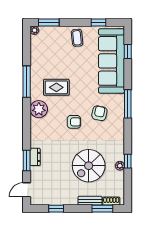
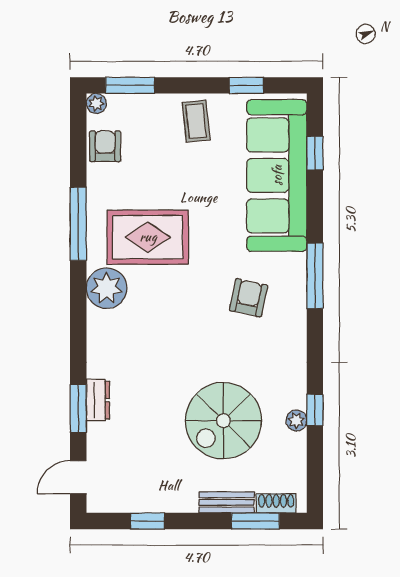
rug: (56, 87) -> (148, 237), width x1.36, depth x1.43
armchair: (74, 122) -> (105, 146), moved, turned -90

